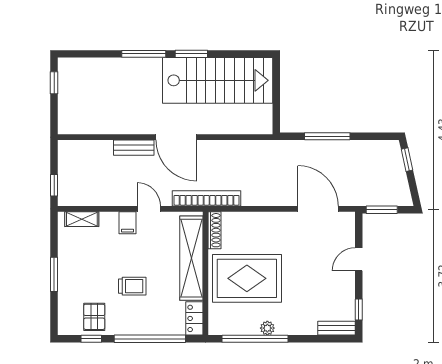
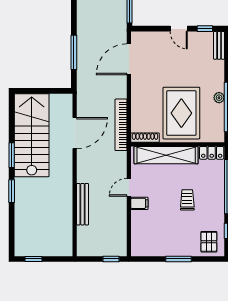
window: (144, 54) -> (12, 191), width x0.69
door: (176, 137) -> (75, 133), moved
bench: (134, 148) -> (83, 204), width x1.36
bookcase: (207, 198) -> (121, 125), moved
shelving: (82, 219) -> (137, 238), removed
door: (359, 259) -> (179, 29), moved
pallet: (94, 317) -> (209, 242), moved, turned 90

